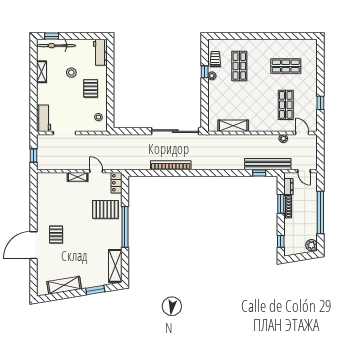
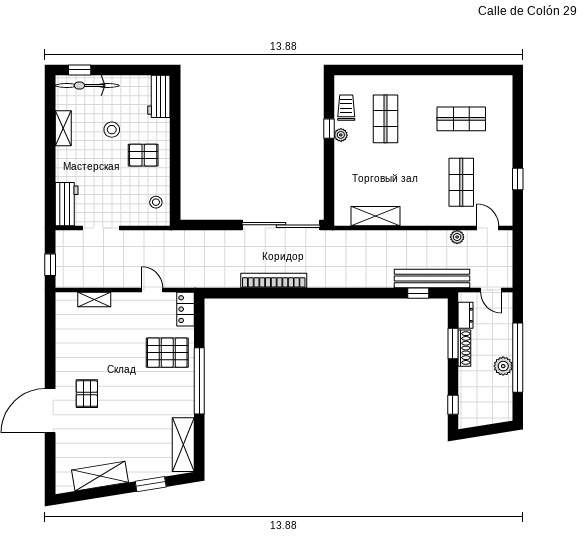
pallet: (91, 88) -> (143, 155), turned 90
shelving: (78, 177) -> (94, 299), moved
plant: (311, 245) -> (503, 366), moved

